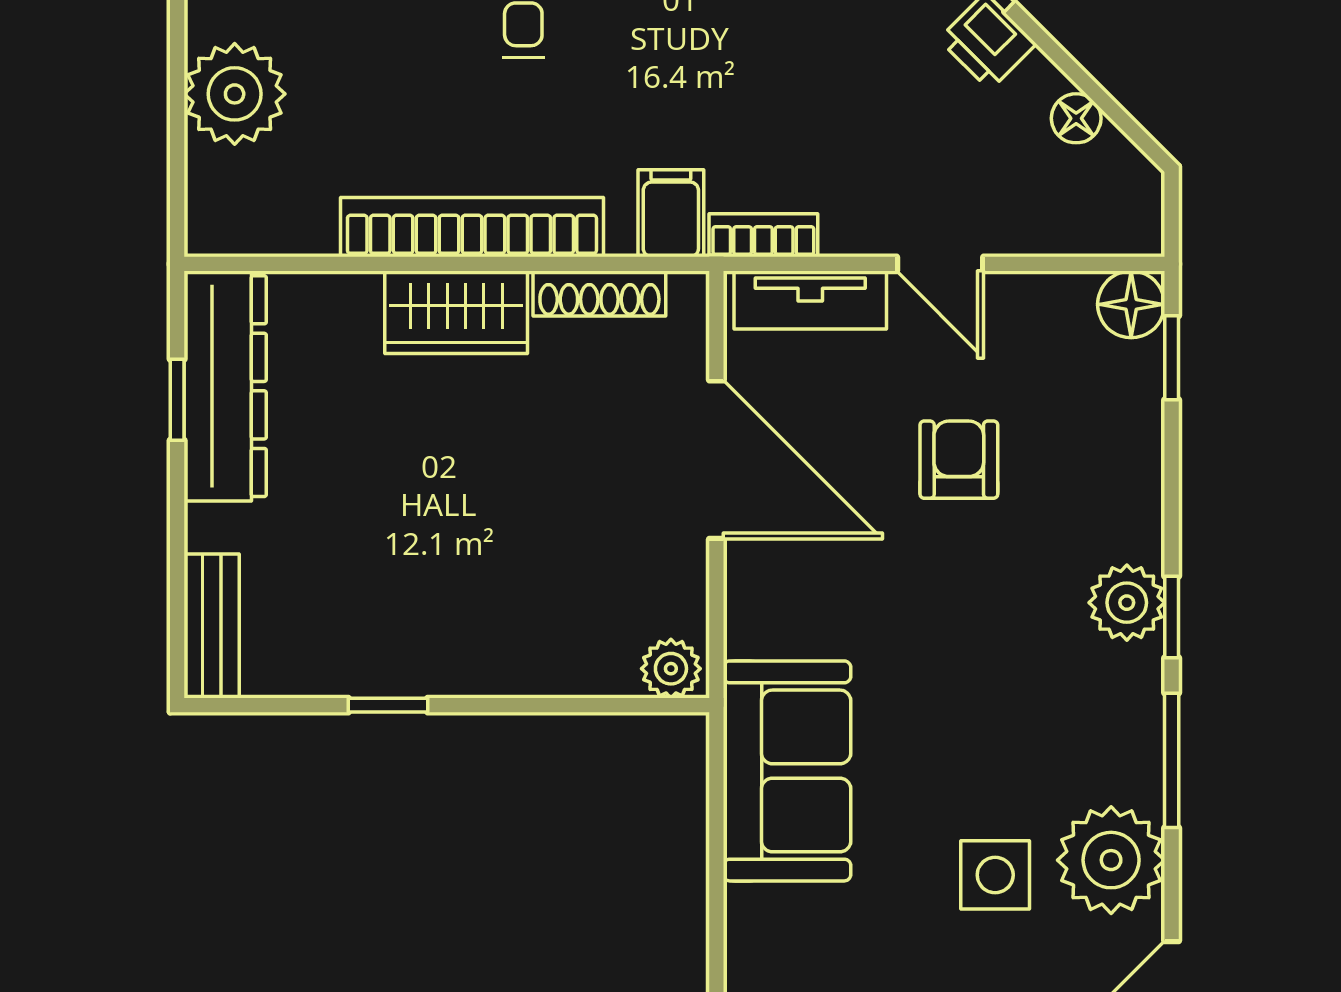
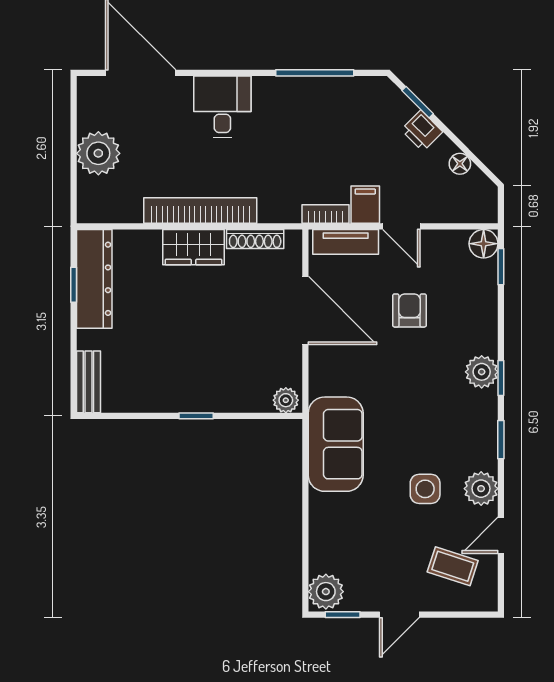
filing cabinet: (671, 213) -> (365, 205), moved
window: (388, 705) -> (196, 416), moved
window: (1172, 760) -> (501, 440), width x0.67
plant: (1111, 860) -> (481, 489), width x0.73, depth x0.73

